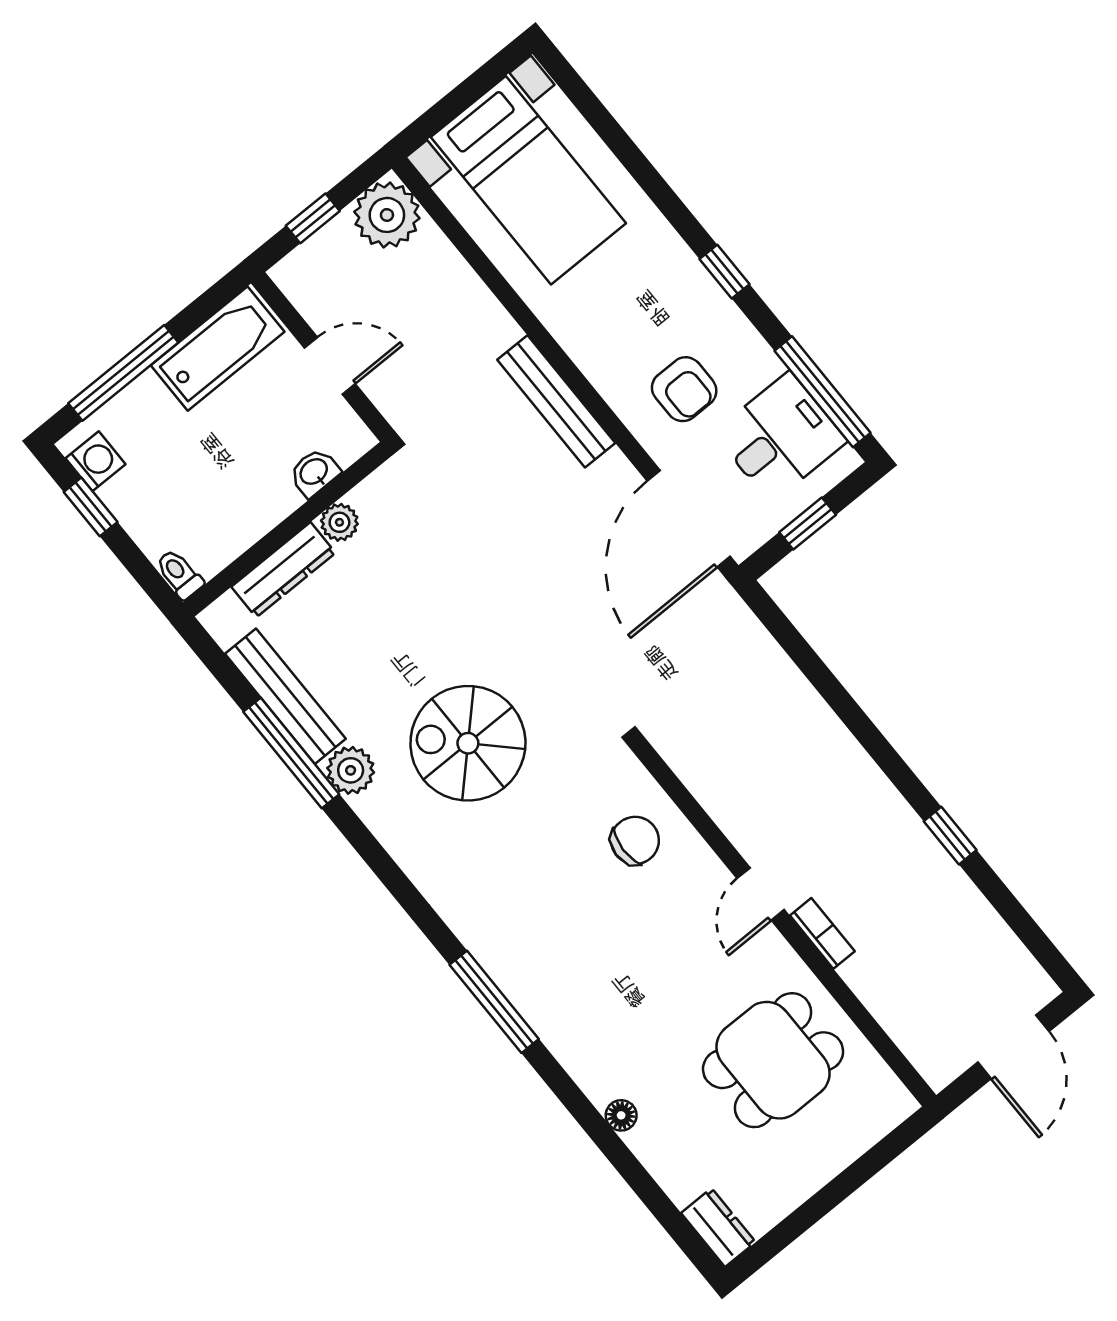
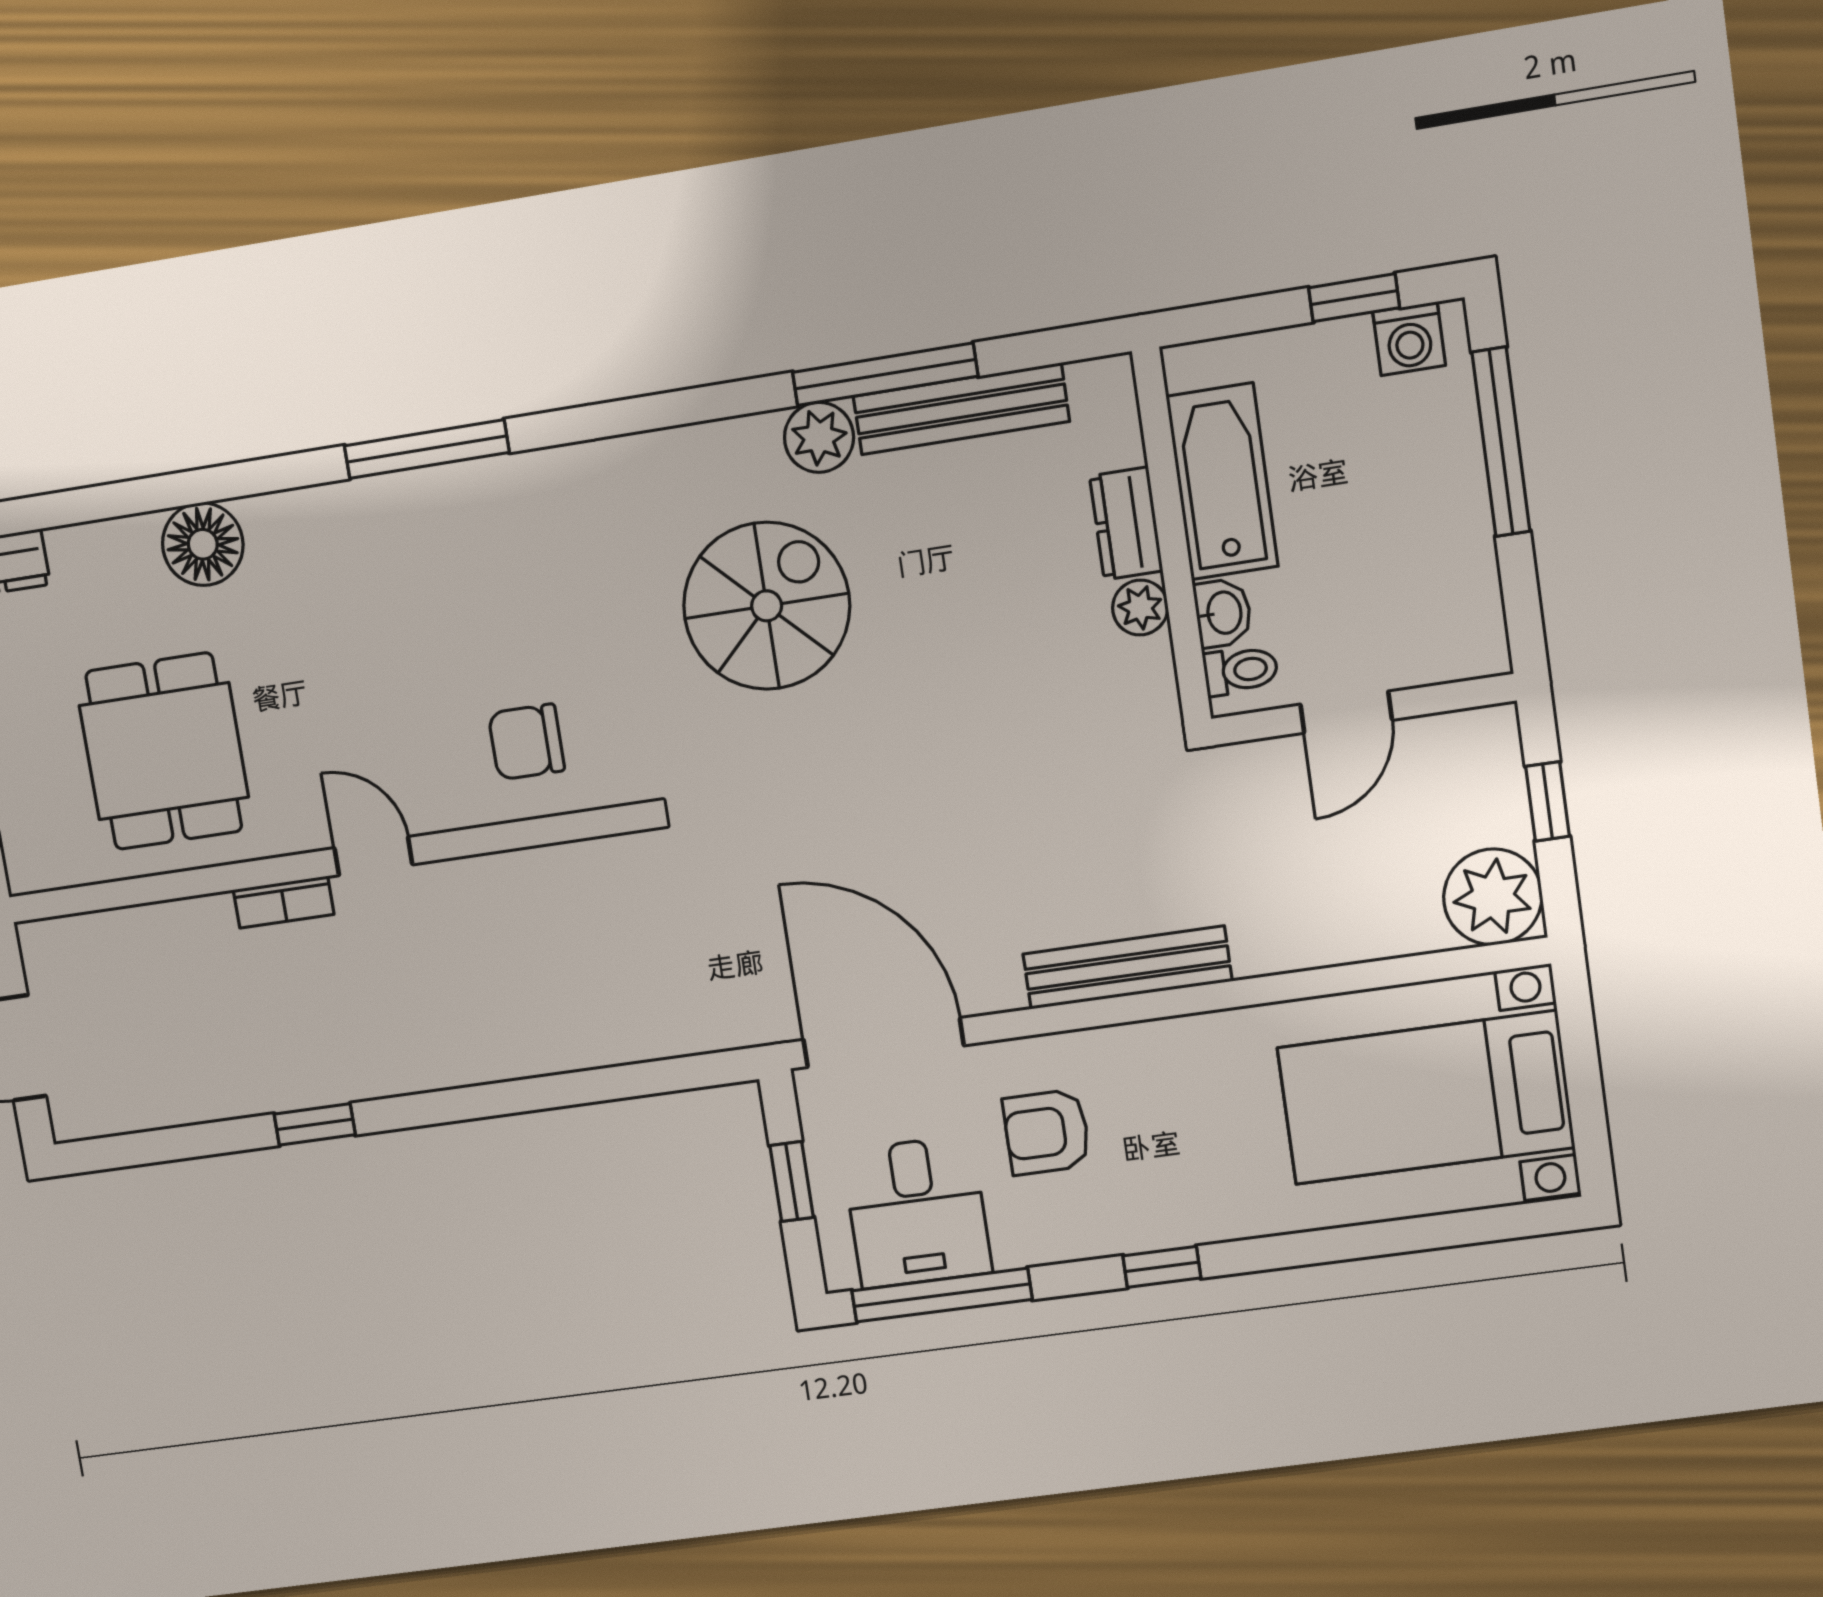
bathtub: (218, 349) -> (1222, 481), moved, turned 180
dresser: (283, 570) -> (1126, 523), width x0.70
toilet: (179, 574) -> (1241, 670), moved
chair: (635, 840) -> (526, 742), turned 88
floor lamp: (621, 1115) -> (203, 544), width x1.89, depth x1.89

